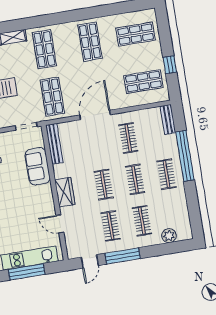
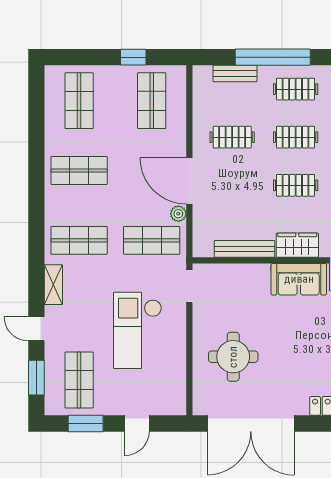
plant: (73, 111) -> (178, 214), added
bench: (168, 119) -> (235, 74), moved
bench: (54, 144) -> (245, 249), moved
sofa: (38, 166) -> (299, 279), moved

